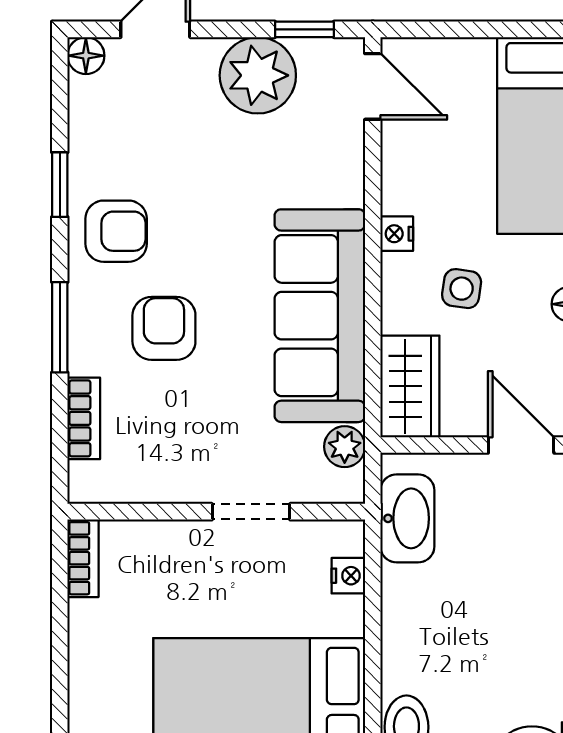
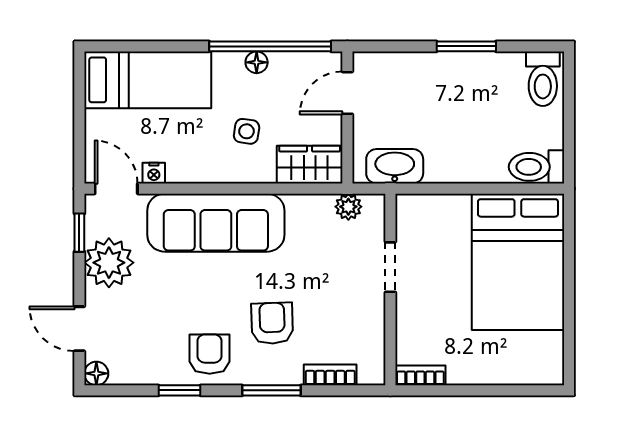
door: (373, 86) -> (116, 189), hinge flipped
nightstand: (397, 234) -> (154, 173), moved
sofa: (320, 316) -> (216, 223), moved
armchair: (164, 328) -> (272, 323), turned 88
nightstand: (348, 576) -> (432, 204), removed

